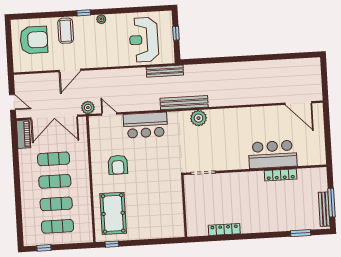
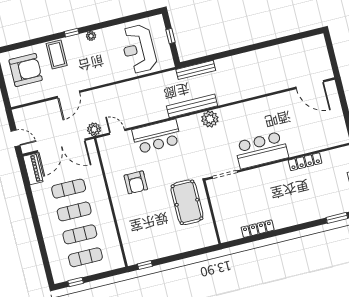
bench: (165, 71) -> (196, 70), moved
bar counter: (273, 154) -> (261, 150), moved
pool table: (113, 213) -> (187, 202), moved

